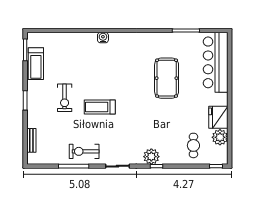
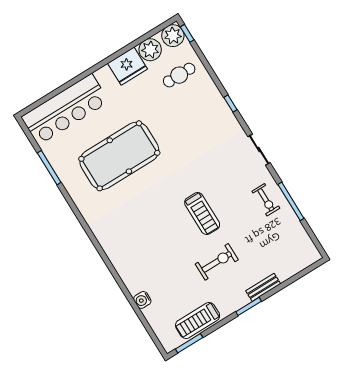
water cooler: (103, 38) -> (142, 300), moved
treadmill: (36, 64) -> (198, 321), turned 180
pool table: (167, 78) -> (119, 156), width x1.36, depth x1.32
bench: (31, 140) -> (263, 287), moved
exercise bike: (84, 151) -> (266, 200), width x0.73, depth x0.72
plant: (151, 157) -> (173, 36), moved

